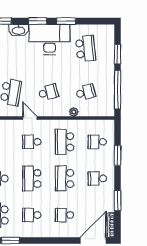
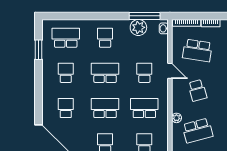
school desk: (85, 92) -> (197, 131), width x1.85
door: (30, 118) -> (170, 71), hinge flipped

